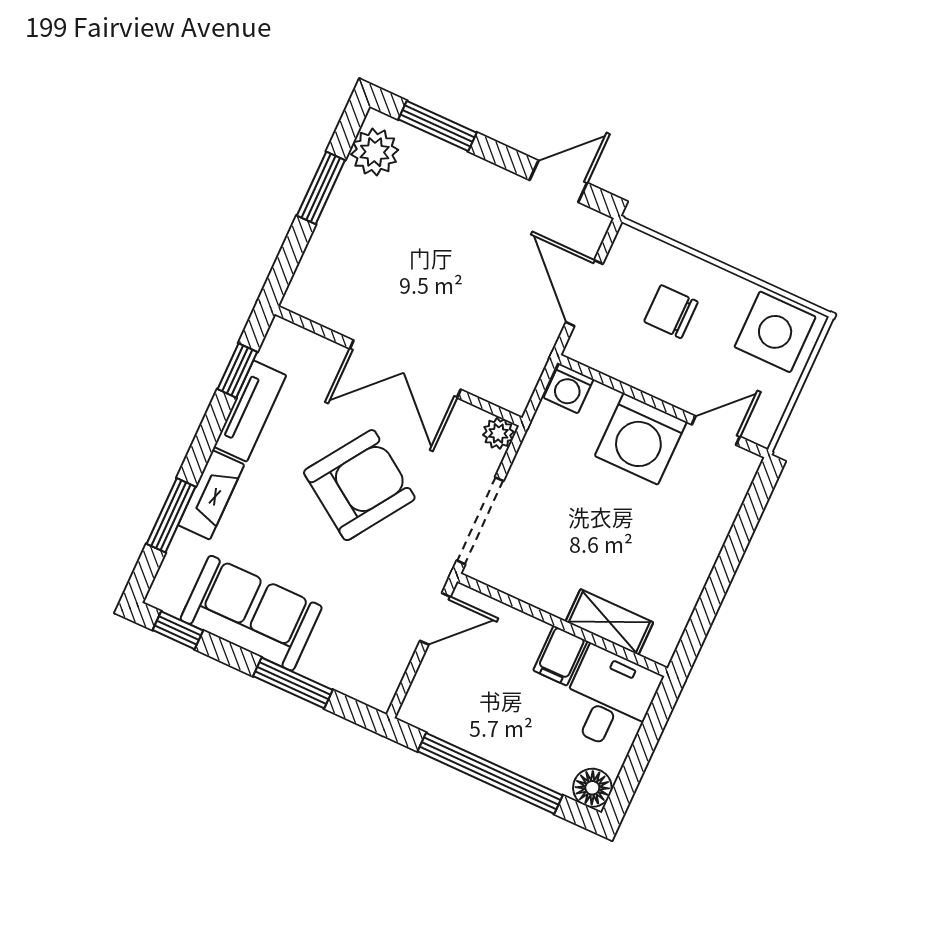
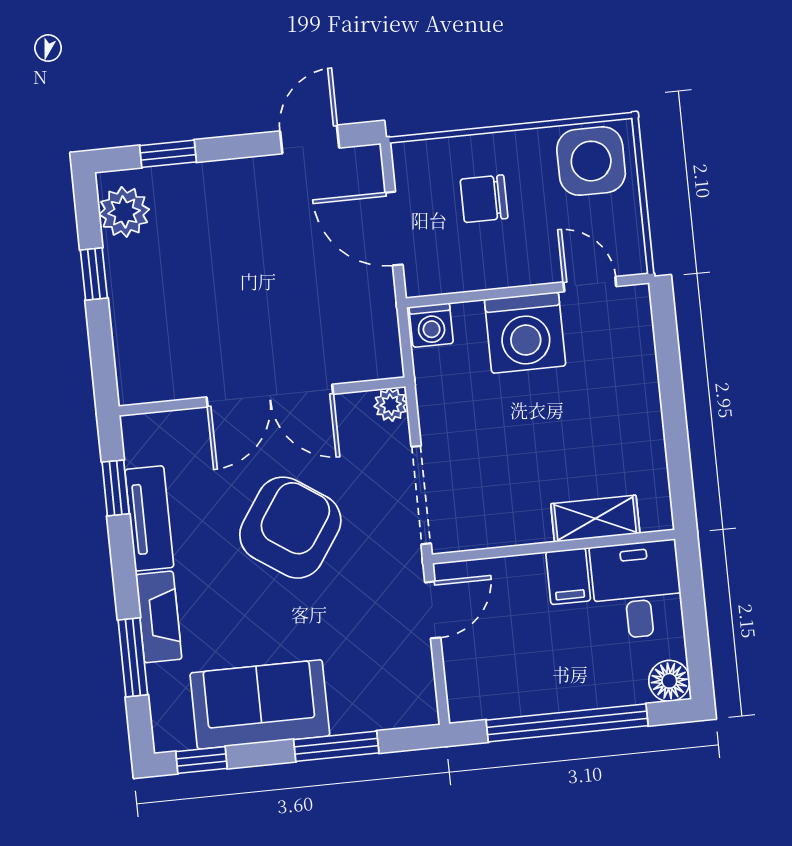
window: (438, 126) -> (168, 154), width x0.67
window: (321, 188) -> (94, 274), width x0.67
door: (716, 431) -> (590, 284), hinge flipped

